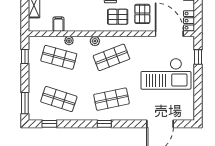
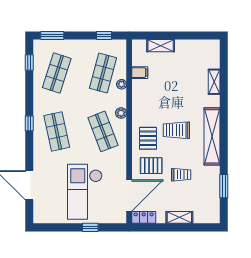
window: (198, 57) -> (90, 227), moved

